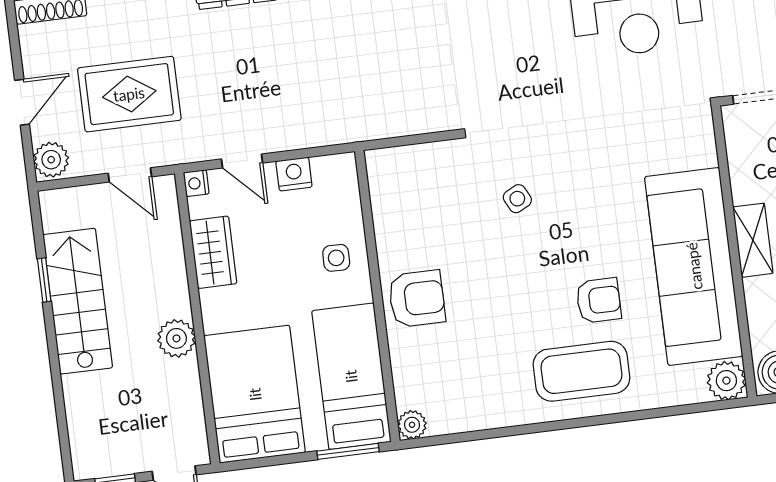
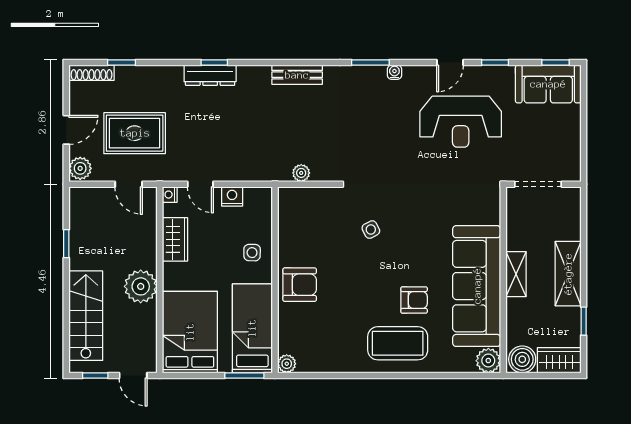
plant: (397, 124) -> (301, 173), added
stairs: (78, 301) -> (86, 316), moved
plant: (176, 338) -> (141, 286), width x1.36, depth x1.36

